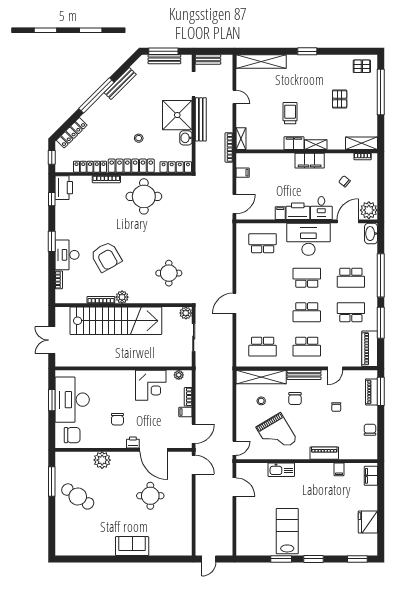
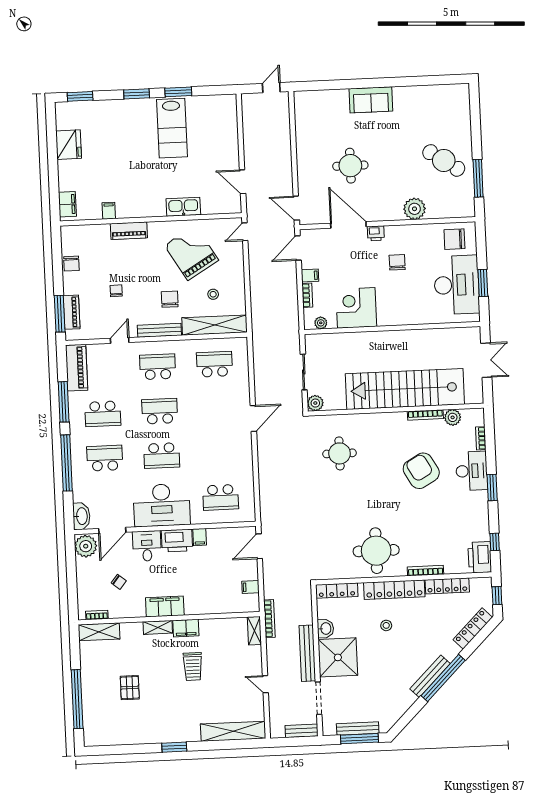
pallet: (362, 66) -> (103, 731), removed
bench: (120, 84) -> (430, 676), moved
plant: (122, 297) -> (453, 417), moved

